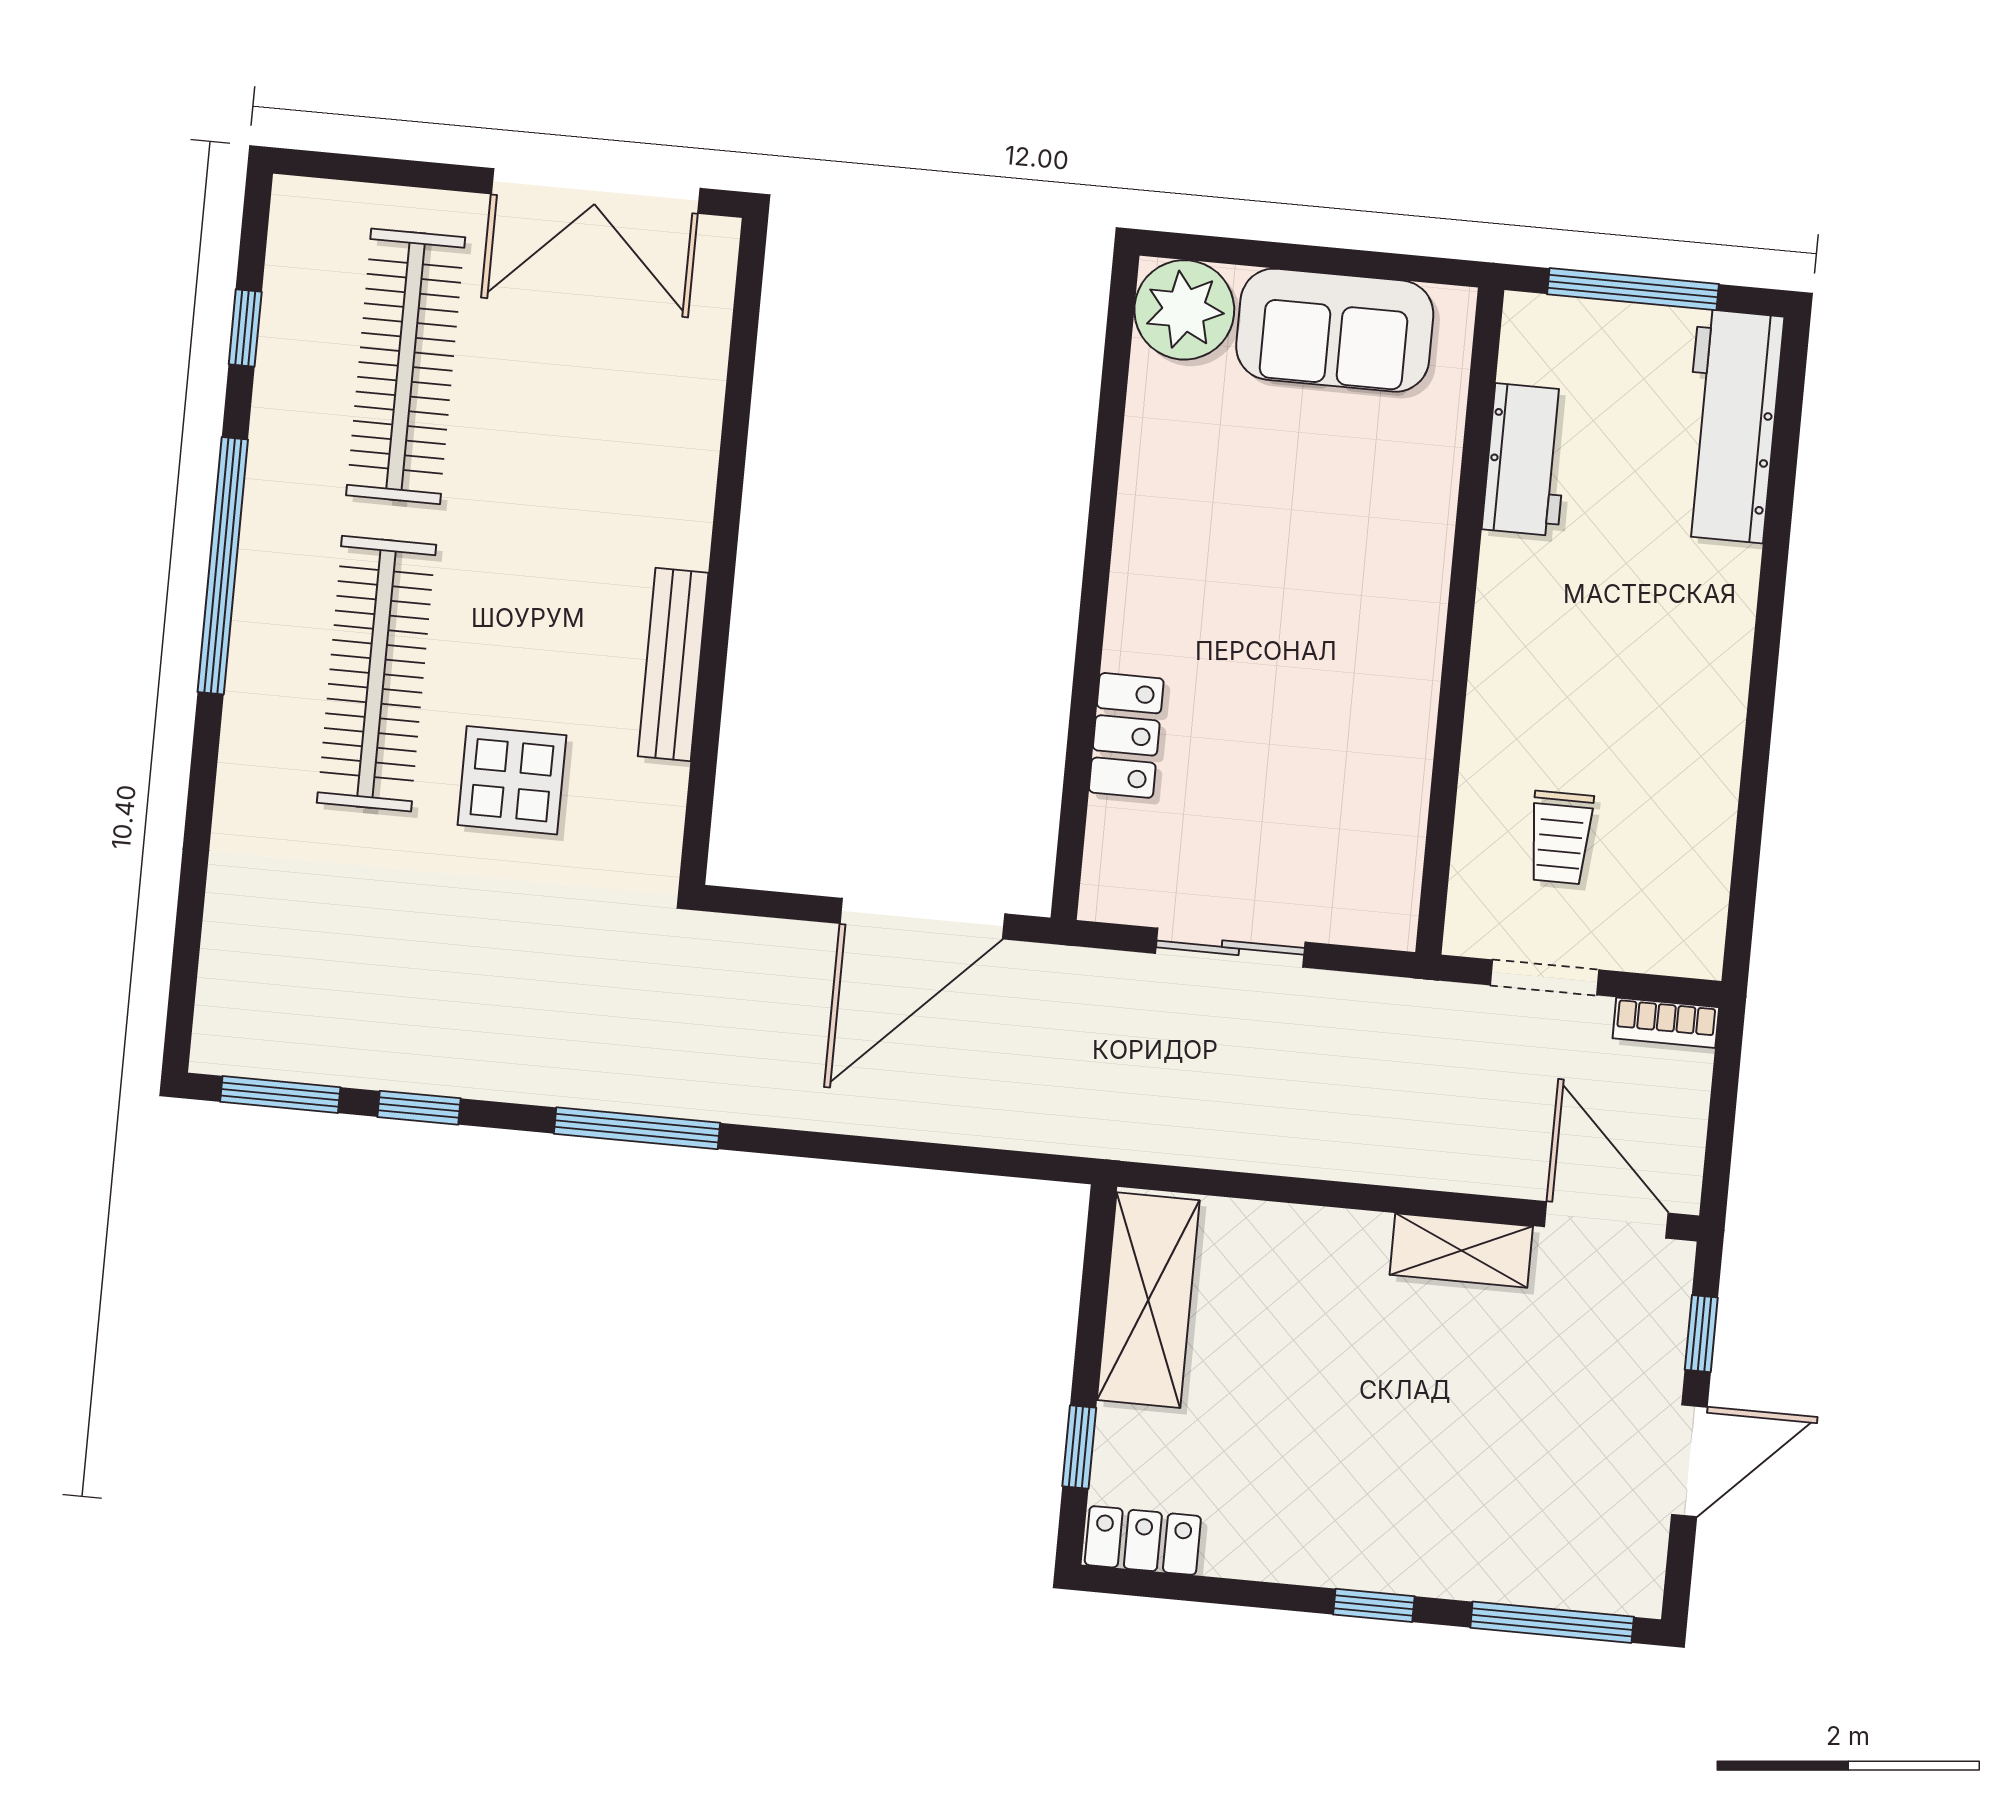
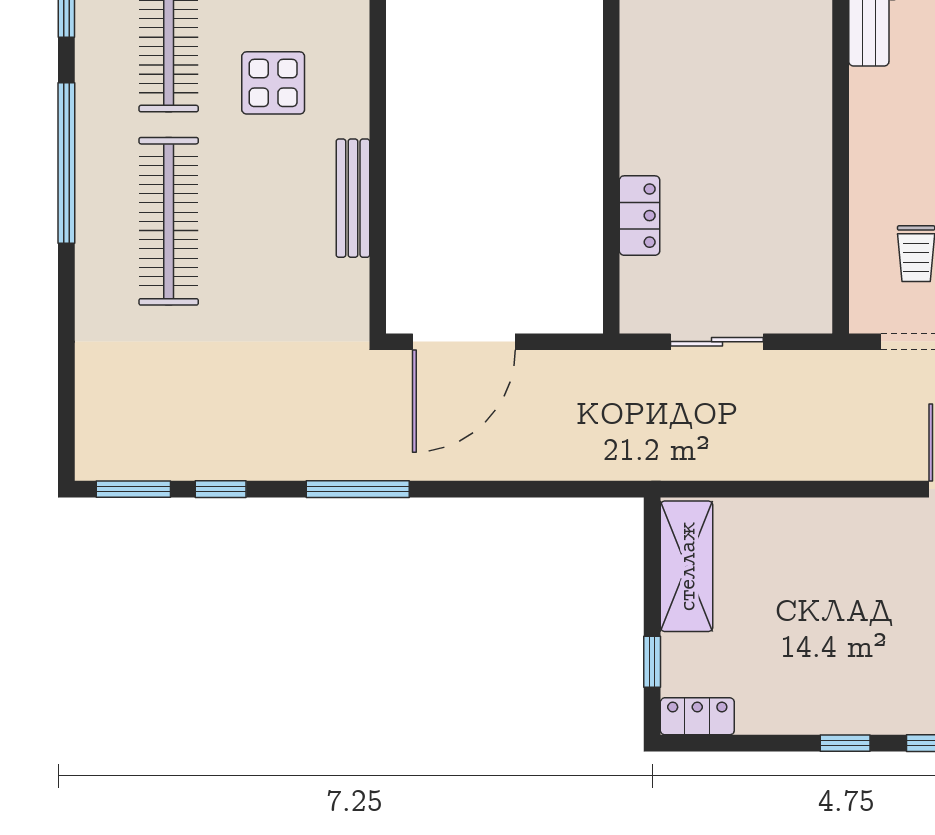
display table: (512, 780) -> (273, 83), moved
door: (922, 919) -> (464, 342), moved
shelving: (1461, 1251) -> (879, 517), removed

